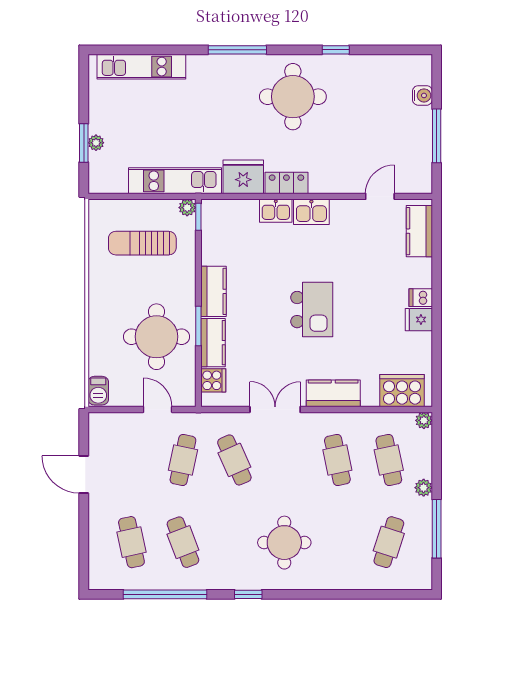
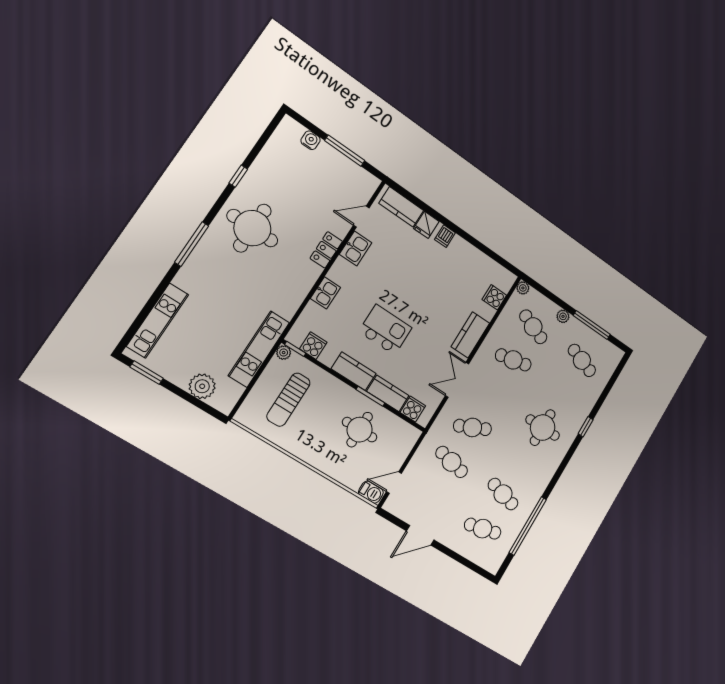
window: (84, 143) -> (147, 373), moved
plant: (96, 143) -> (202, 386), width x1.88, depth x1.88
fridge: (243, 177) -> (287, 300), removed
locker: (286, 183) -> (326, 250), moved
door: (380, 196) -> (361, 217), hinge flipped
kitchen sink: (311, 212) -> (356, 248), moved
cooker: (213, 233) -> (313, 346), added
kitchen island: (312, 310) -> (385, 330), moved
fridge: (419, 320) -> (426, 225), moved
round table: (156, 337) -> (360, 430), width x0.73, depth x0.73
cooker: (402, 391) -> (494, 297), width x0.53, depth x0.76
door: (158, 409) -> (394, 483), moved
cafe table: (389, 460) -> (533, 327), turned 33
cafe table: (183, 542) -> (503, 494), turned 36
window: (248, 594) -> (586, 427), moved

